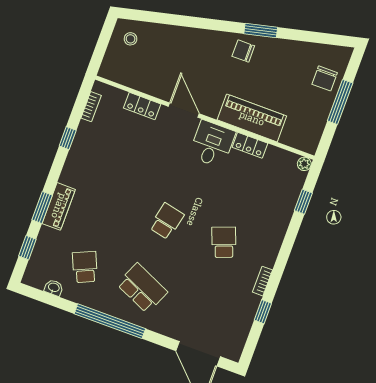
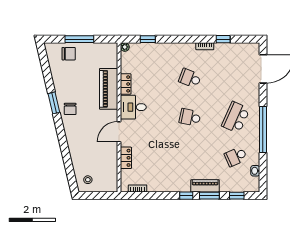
window: (68, 138) -> (186, 196), moved
school desk: (224, 242) -> (190, 78), turned 42

